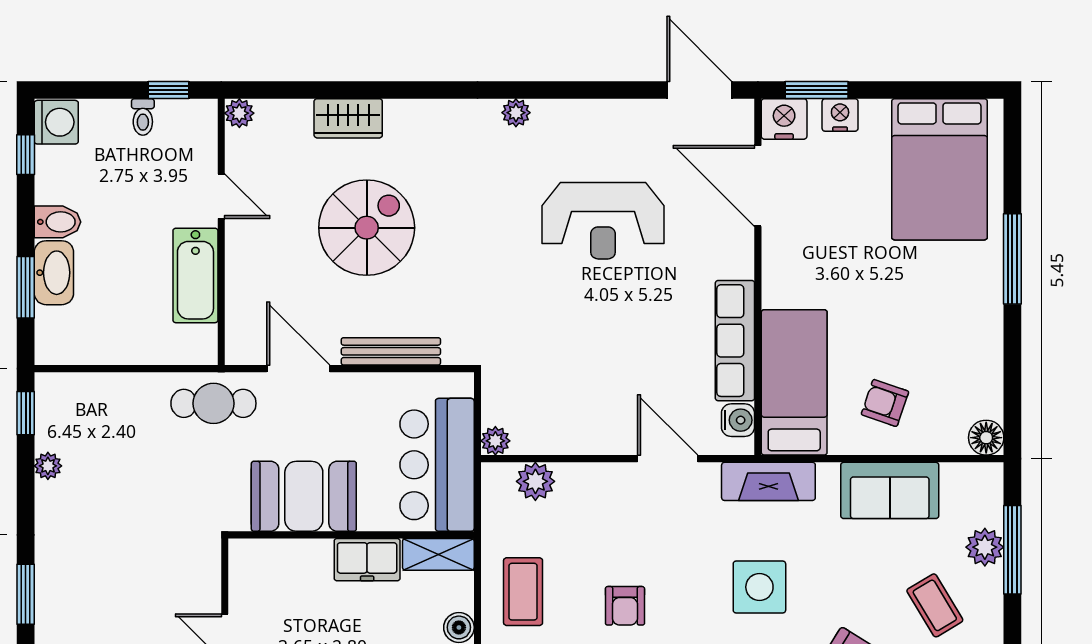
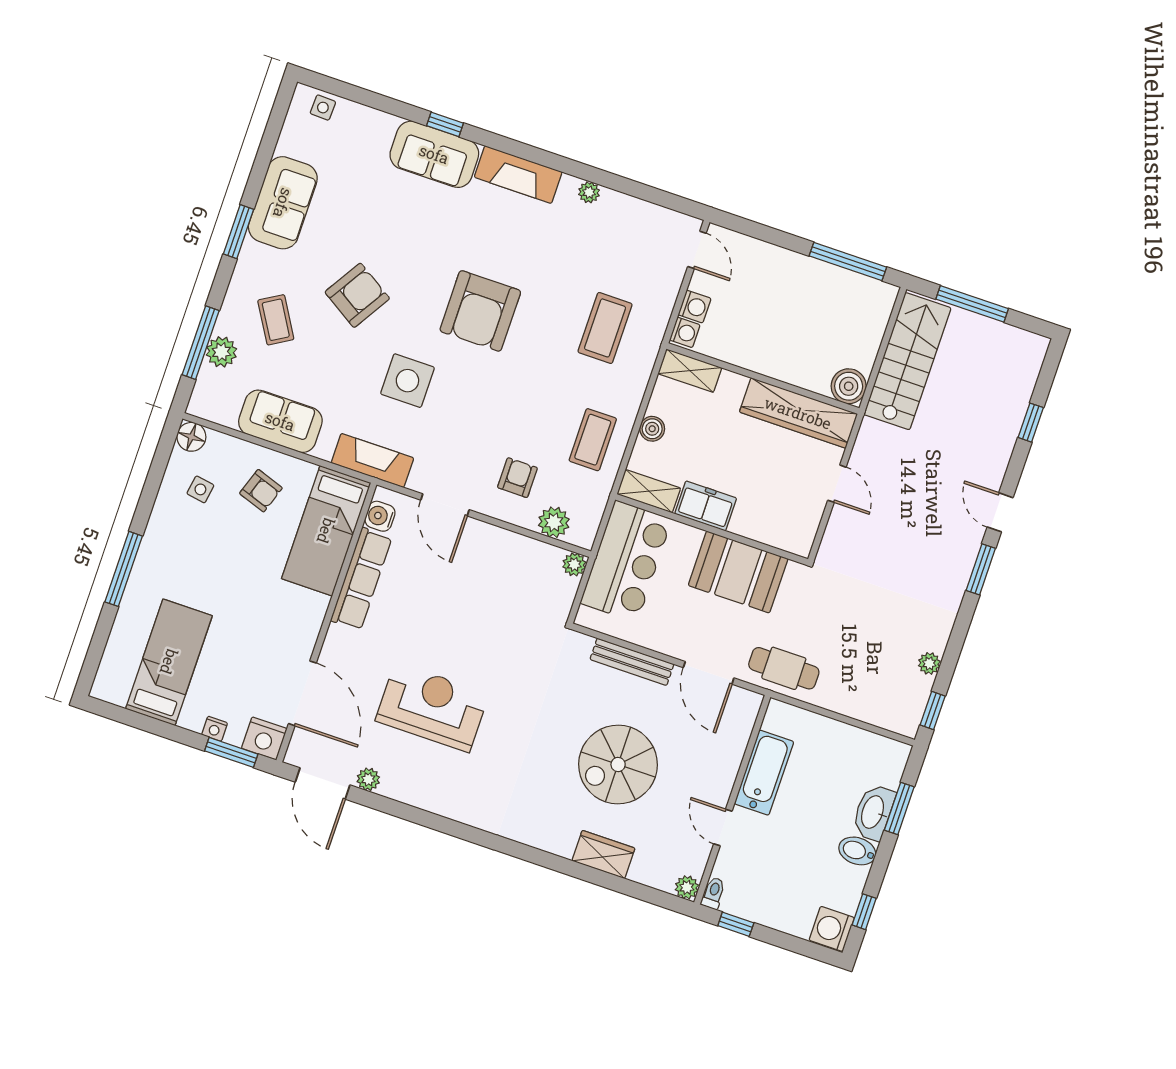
plant: (516, 113) -> (368, 779), moved
nightstand: (840, 115) -> (215, 729), width x0.72, depth x0.74
toilet: (143, 117) -> (713, 893), moved
bed: (940, 169) -> (169, 662), width x0.67
side table: (955, 381) -> (200, 489), added
armchair: (625, 606) -> (517, 478), moved

